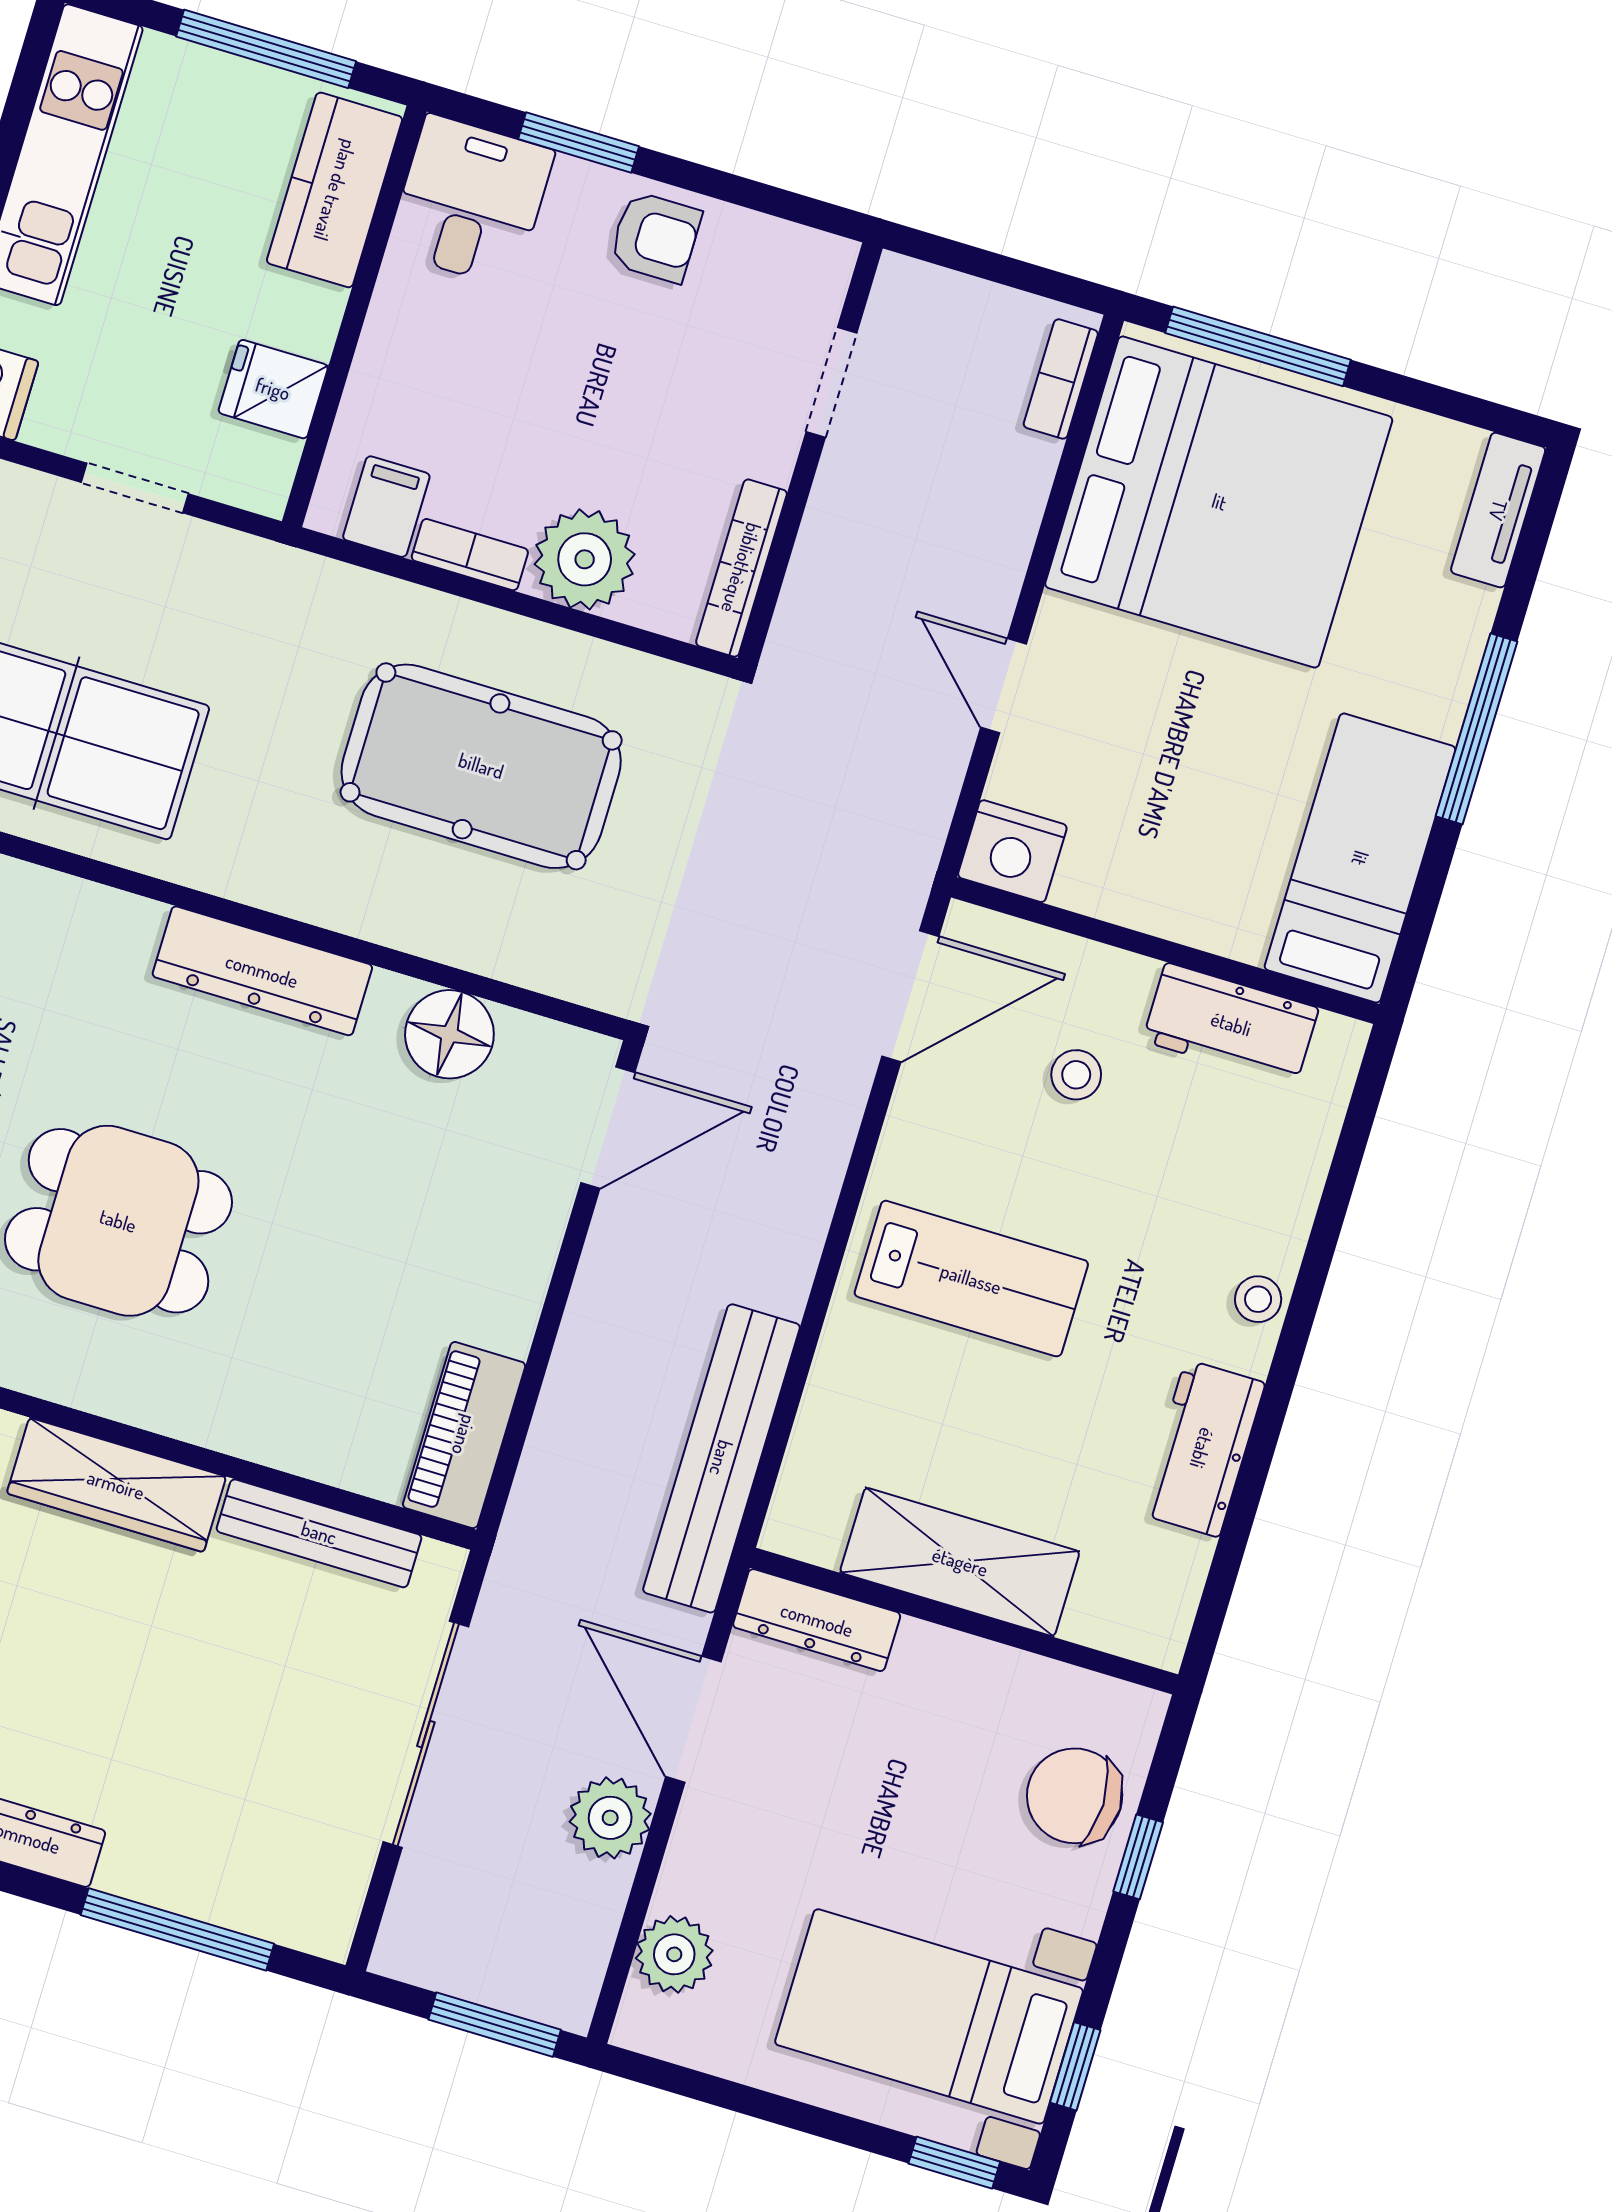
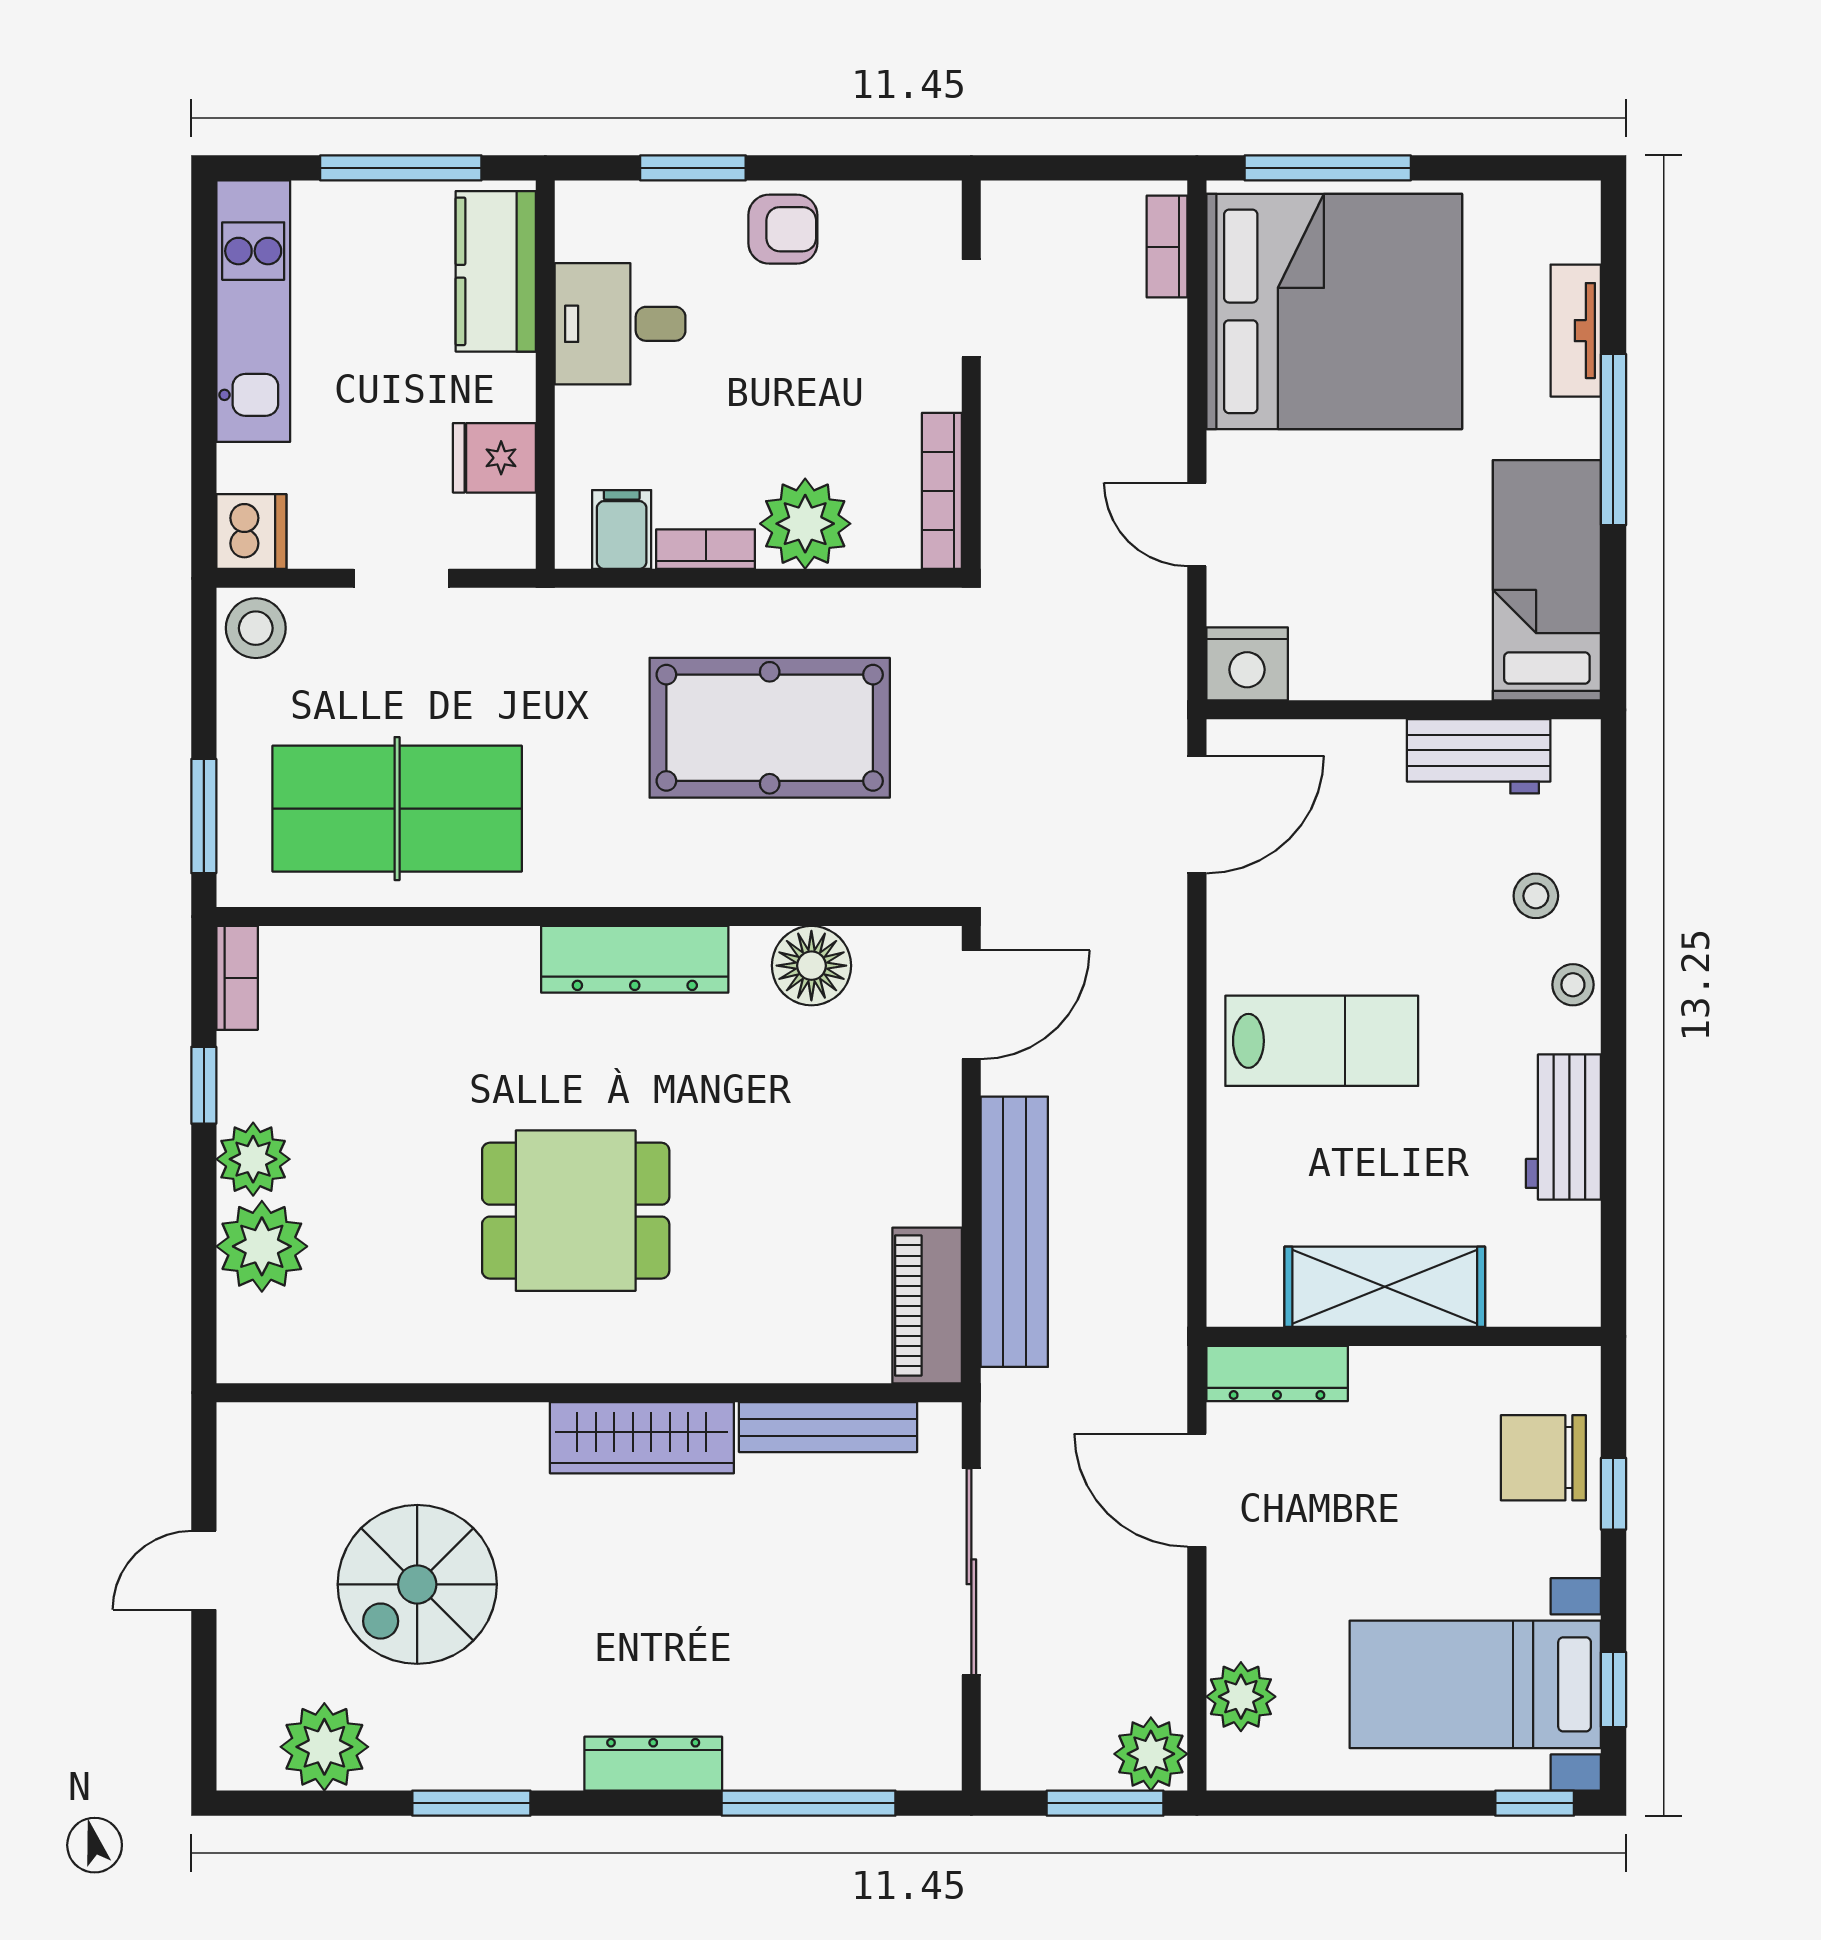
desk: (471, 201) -> (620, 324), moved, turned -90
tv unit: (1498, 510) -> (1576, 331), moved
stool: (1076, 1075) -> (1536, 896), moved
bench: (721, 1458) -> (1014, 1232), moved
plant: (610, 1818) -> (1151, 1754), moved

